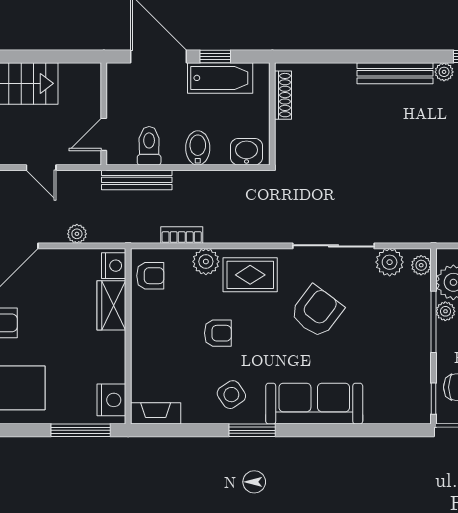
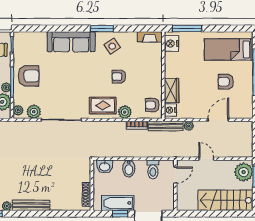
bench: (137, 180) -> (166, 126), moved
armchair: (317, 311) -> (29, 76), moved, turned -127

